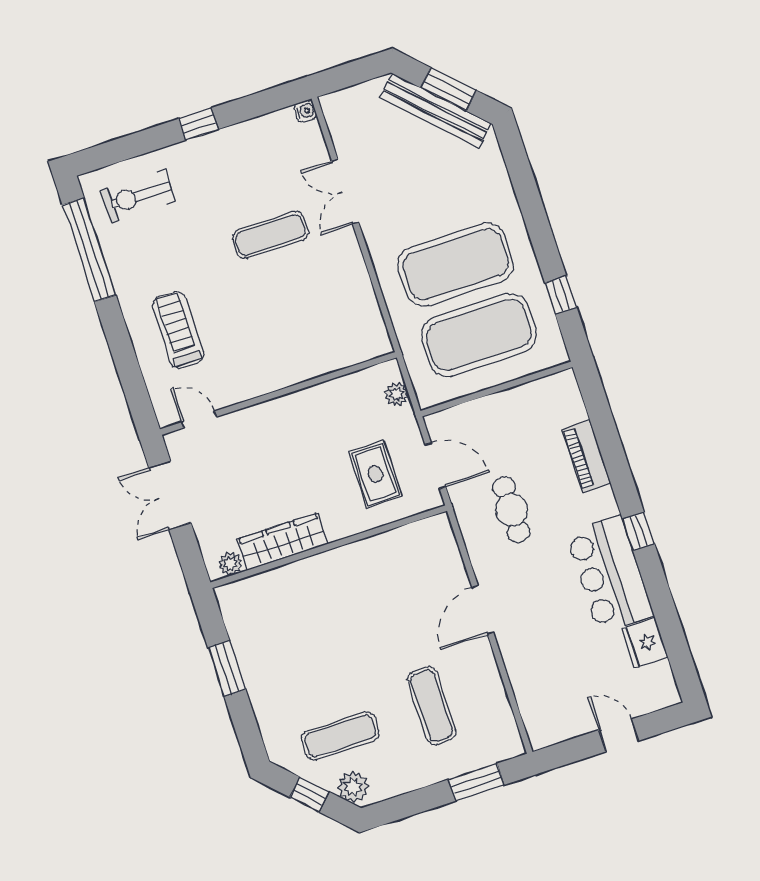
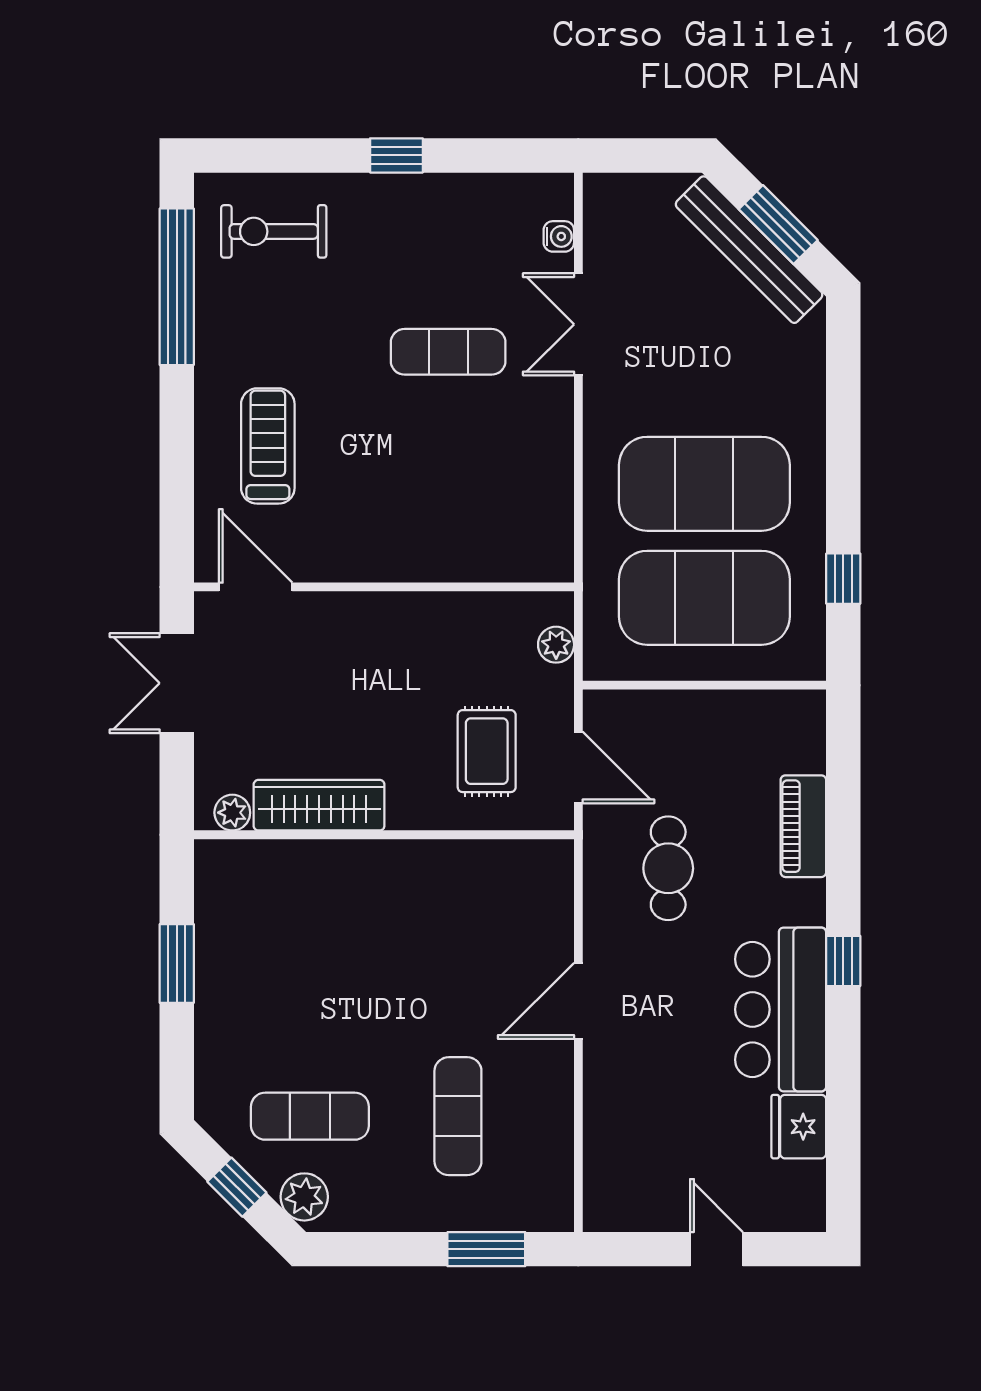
water cooler: (305, 111) -> (559, 236), moved
door: (199, 420) -> (256, 587), width x1.38

